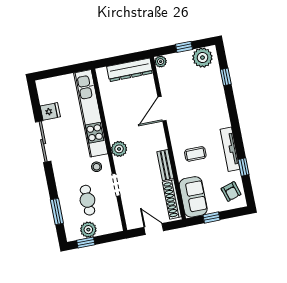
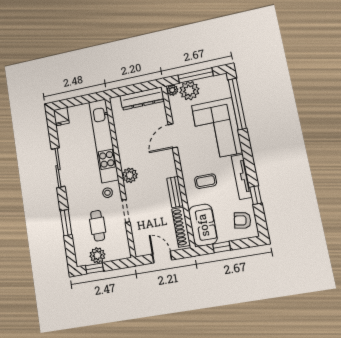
window: (184, 47) -> (196, 75), width x2.17
plant: (202, 58) -> (189, 91), moved
window: (226, 77) -> (237, 104), width x3.17
corner sofa: (206, 102) -> (217, 129), added
fridge: (50, 111) -> (61, 117), moved, turned 90
armchair: (231, 192) -> (242, 220), turned 116
window: (57, 211) -> (66, 223), moved

